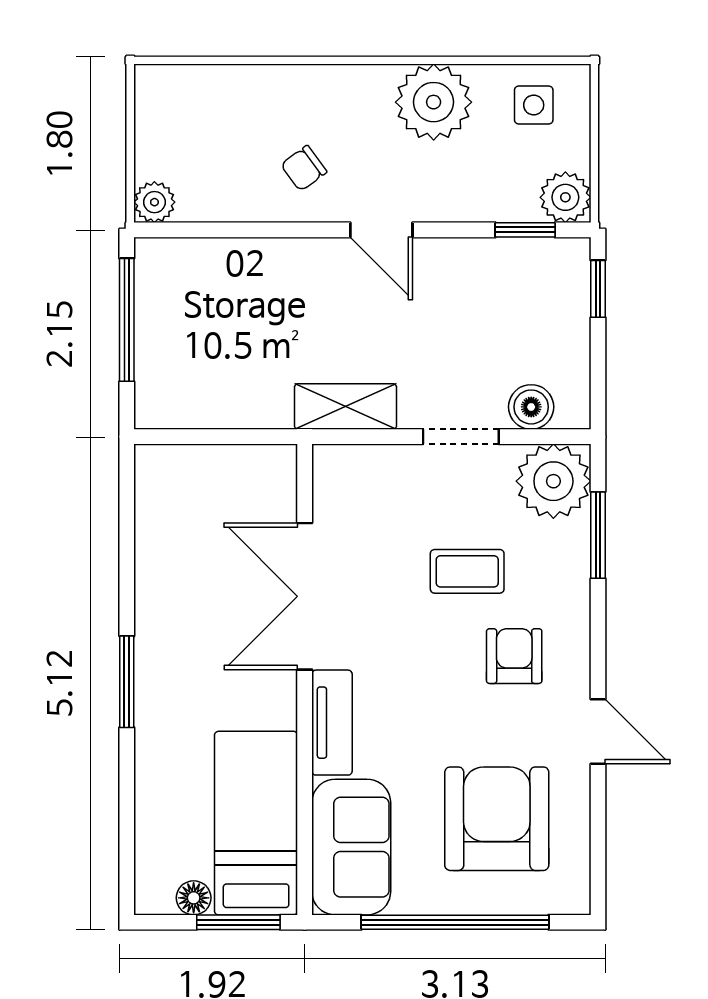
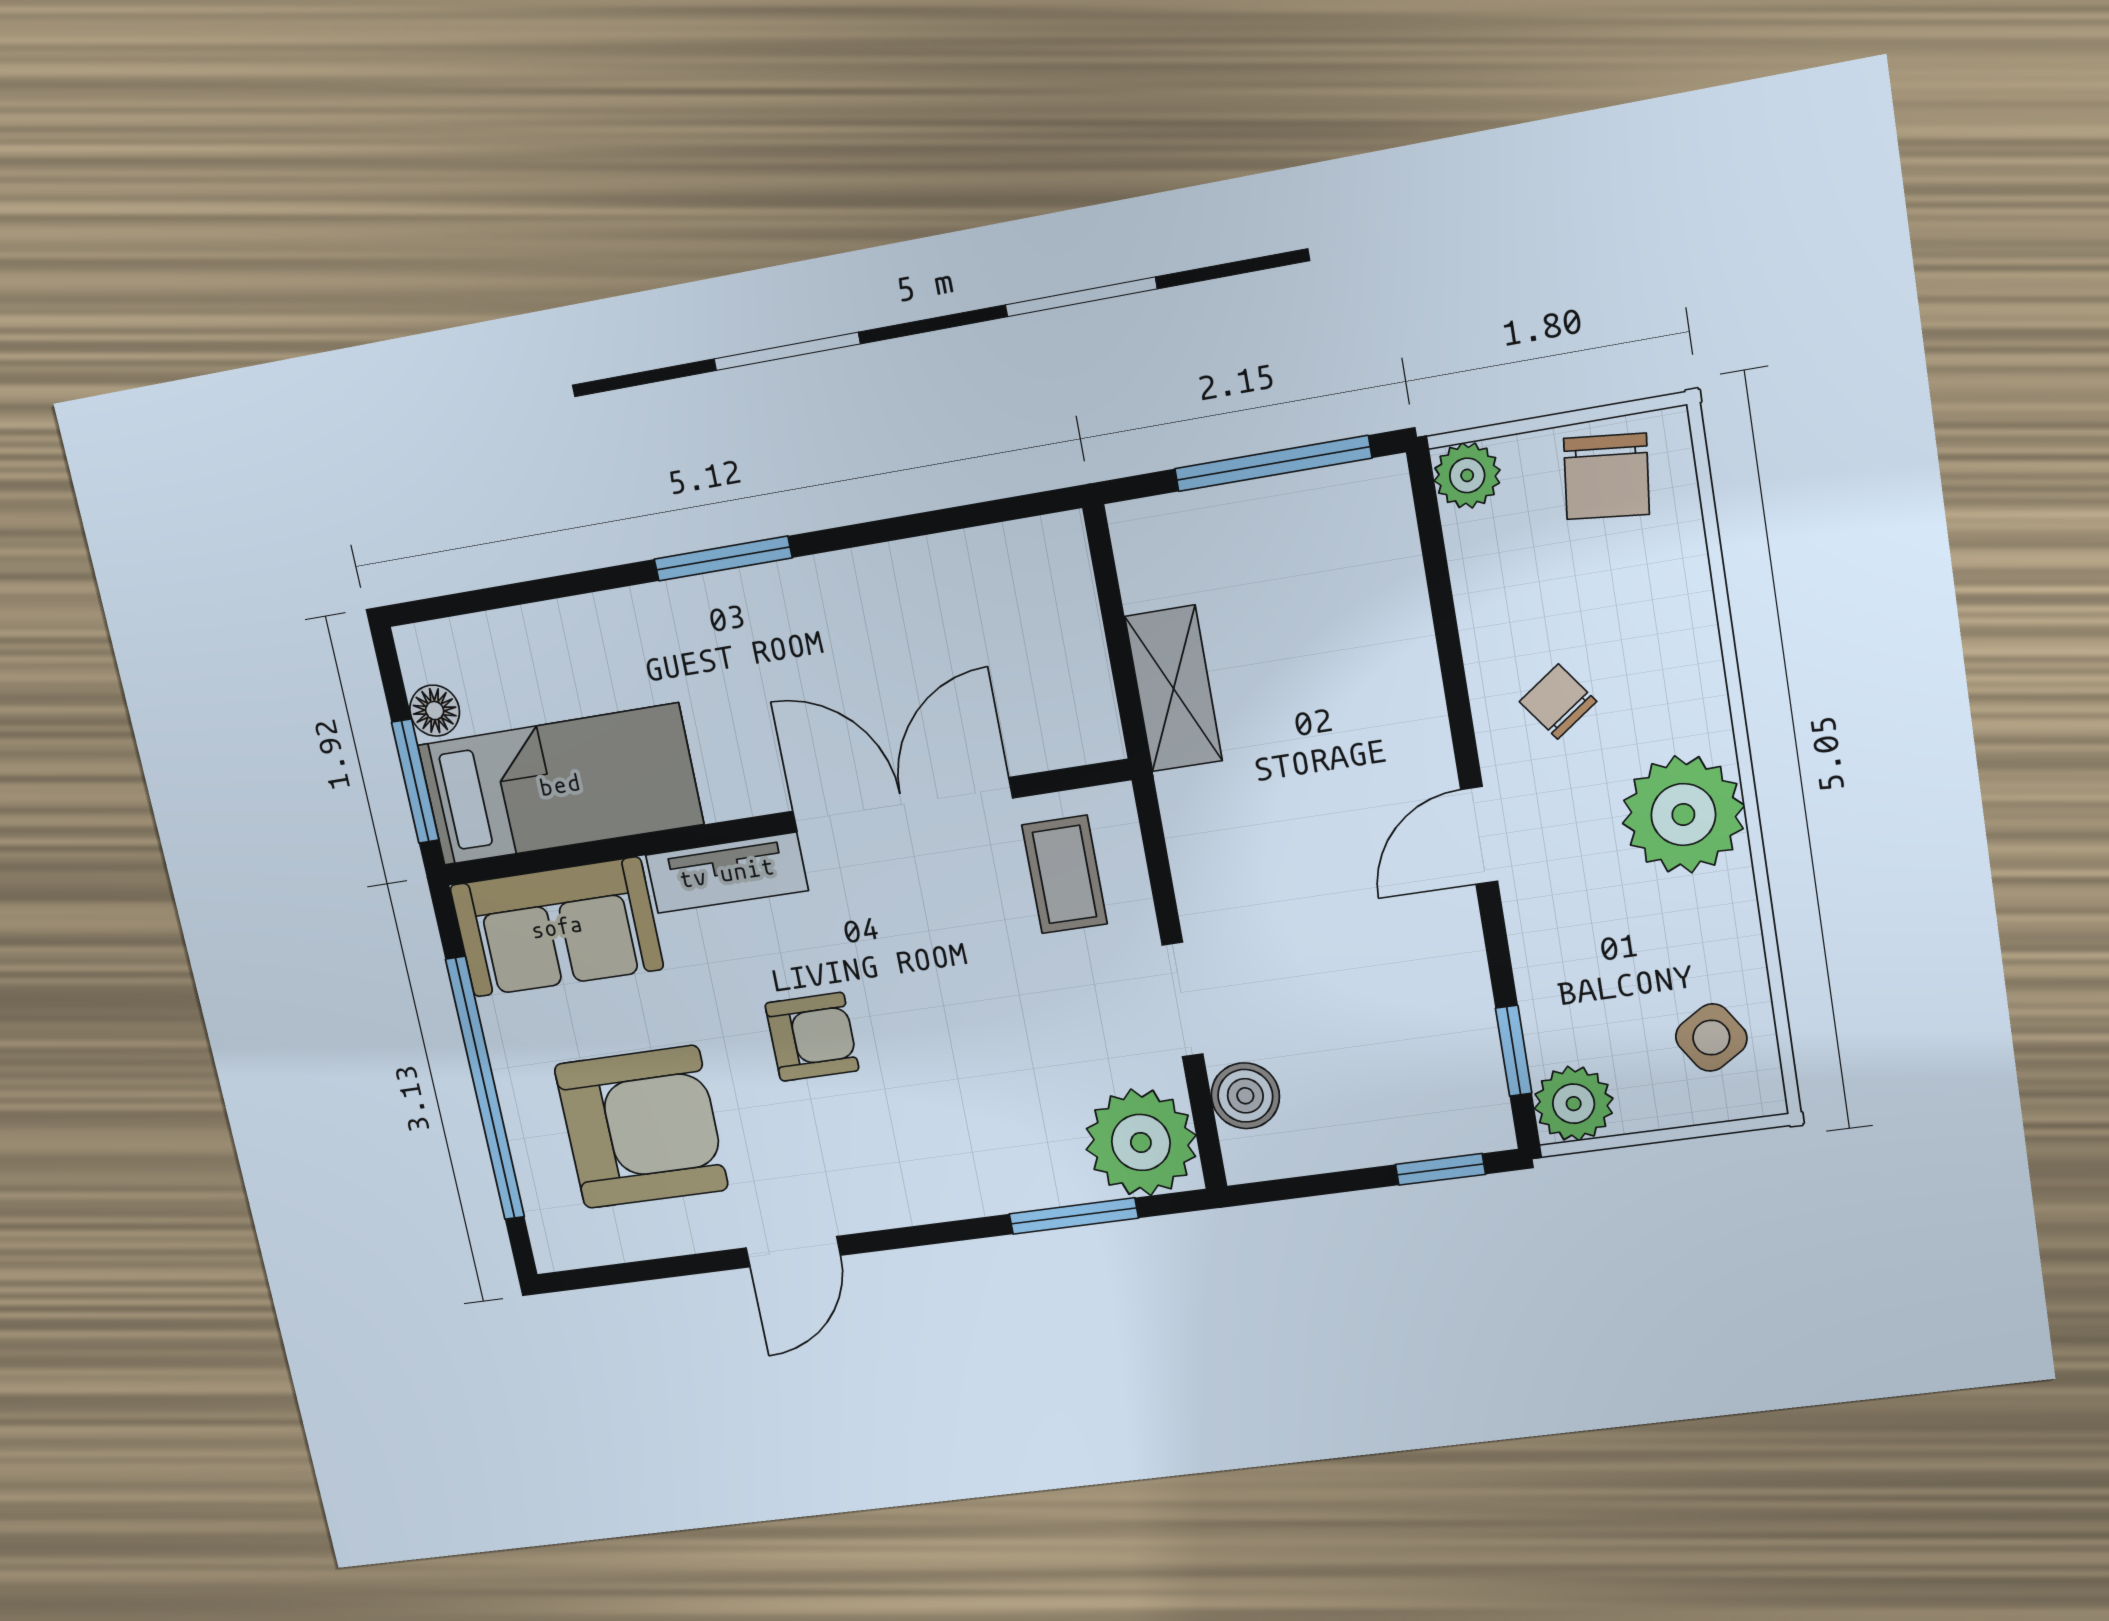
plant: (434, 102) -> (1683, 815), moved
side table: (534, 105) -> (1711, 1038), turned -33
chair: (169, 118) -> (1607, 476), added
shelving: (346, 406) -> (1174, 689), moved
coffee table: (467, 571) -> (1065, 874), moved
armchair: (514, 656) -> (812, 1037), moved

